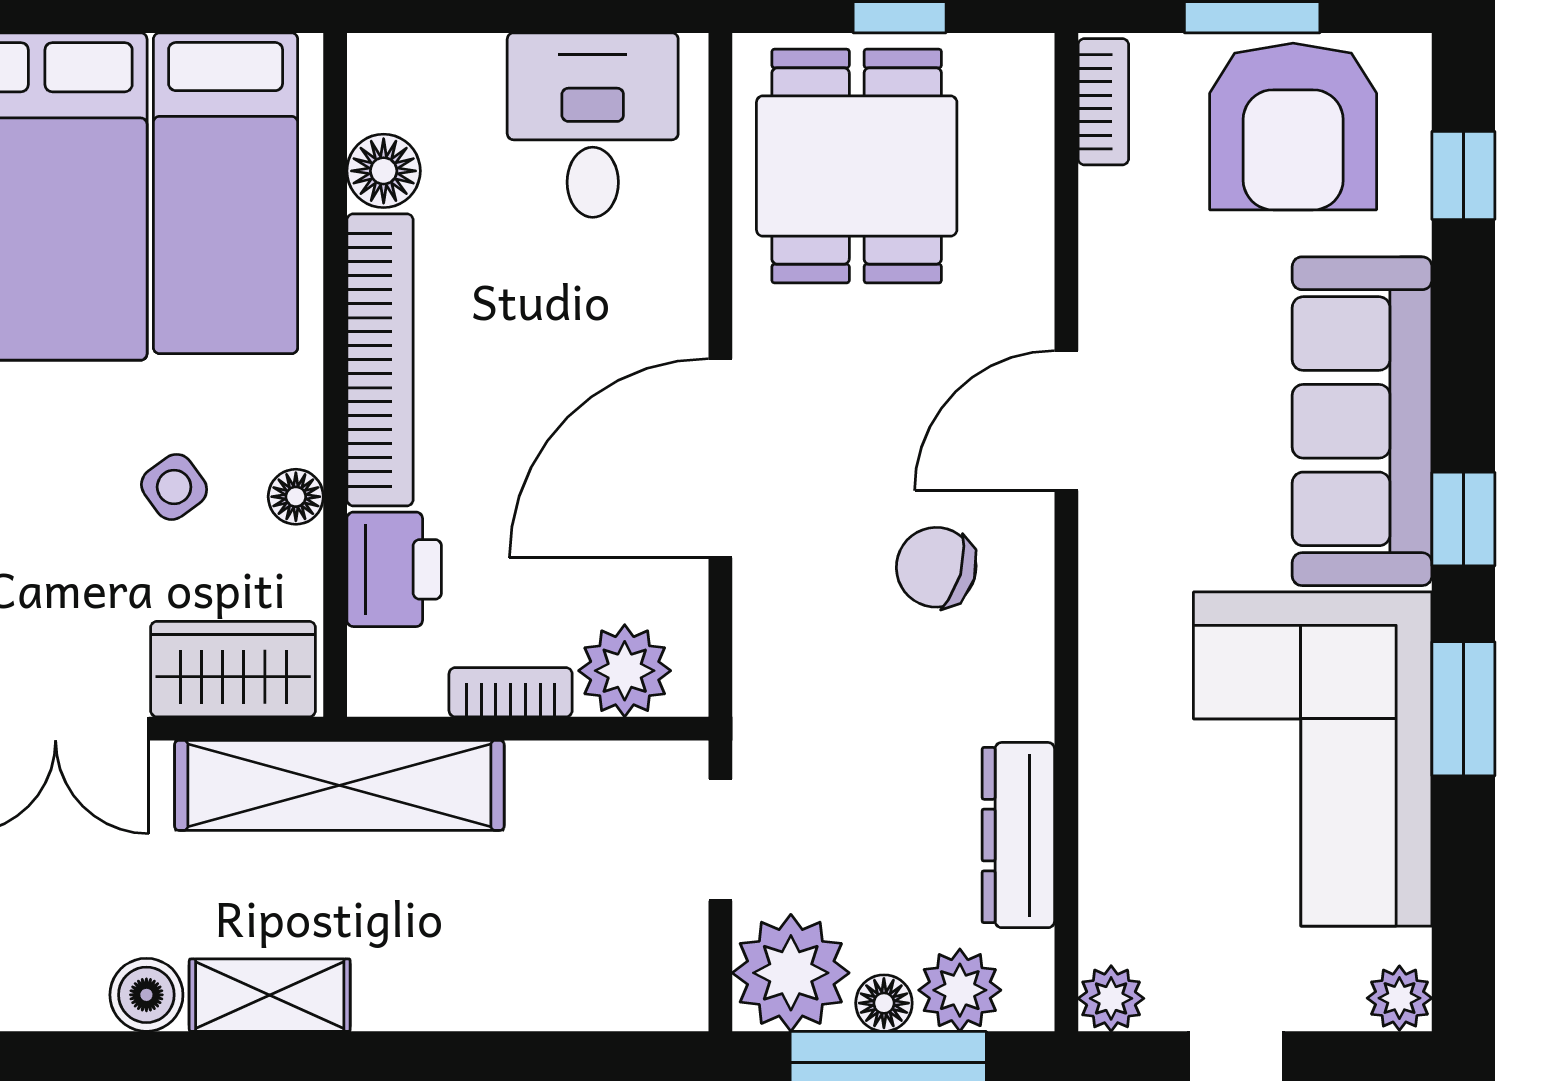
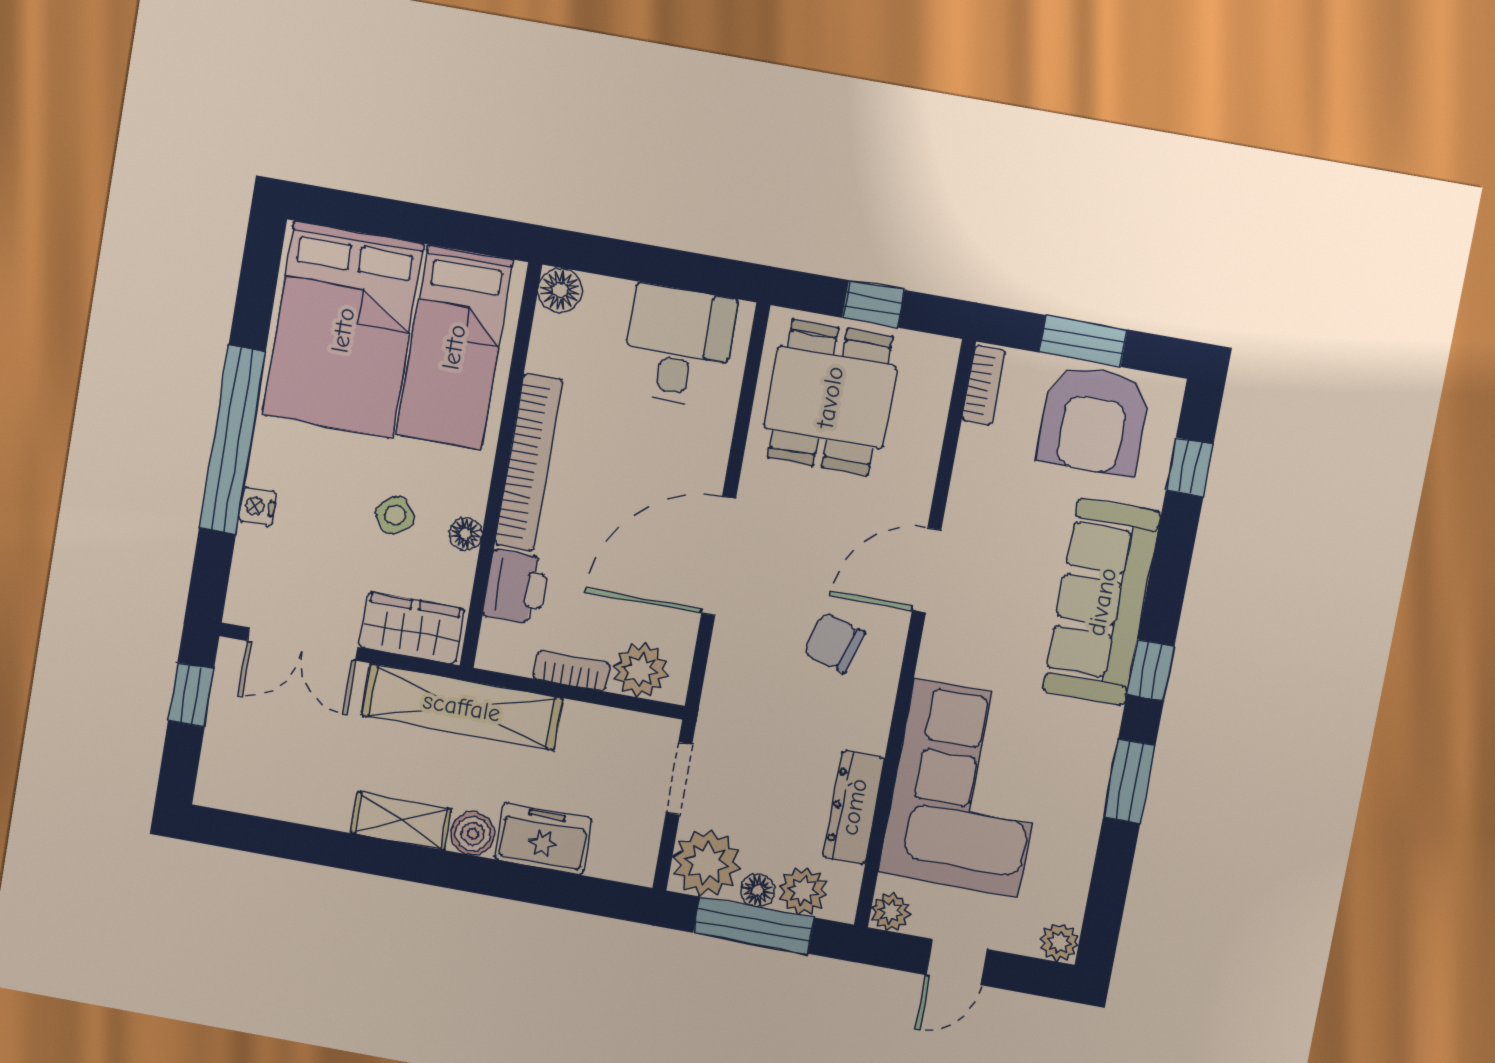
floor lamp: (384, 171) -> (560, 290), moved
corner sofa: (1313, 759) -> (966, 788), moved, turned 180
freezer: (512, 982) -> (543, 839), added
boiler: (146, 995) -> (473, 834), moved

